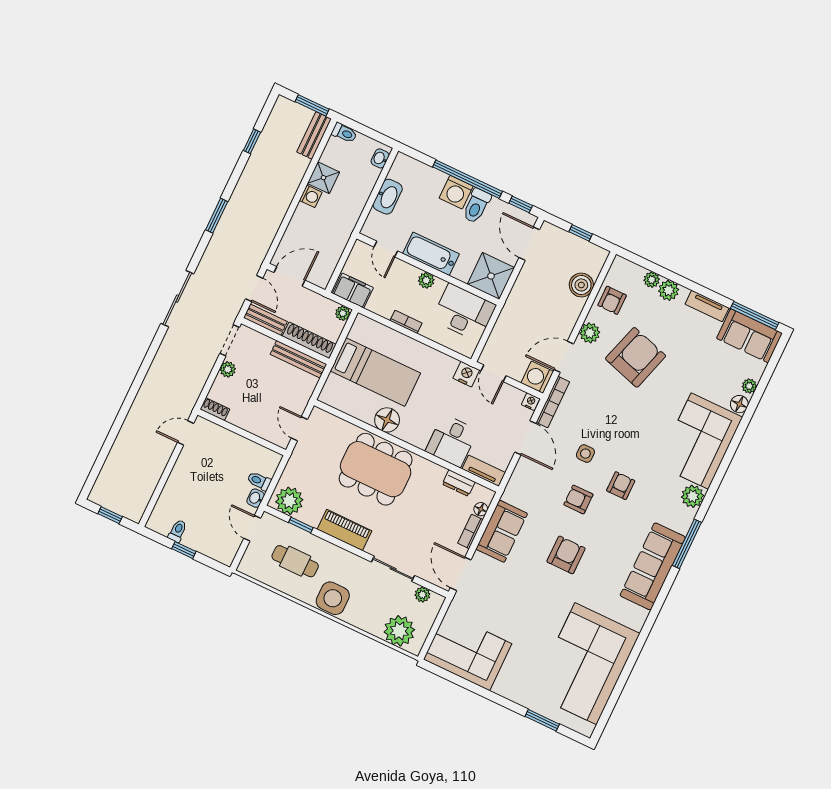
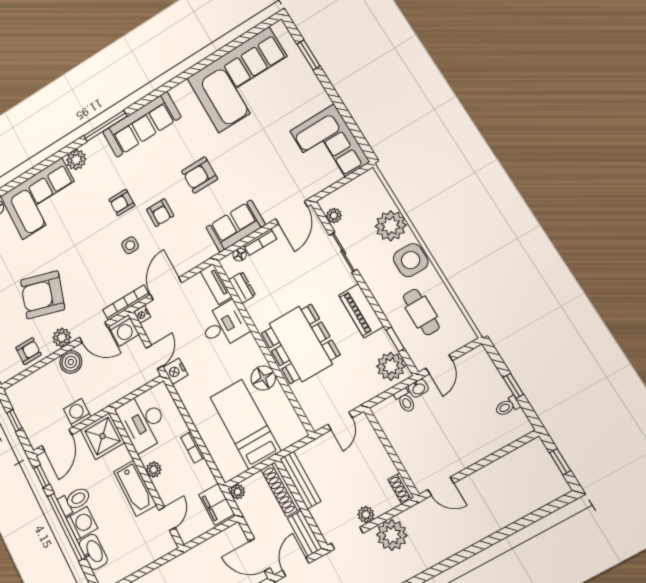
washbasin: (388, 197) -> (93, 552), moved, turned 90
washing machine: (528, 279) -> (77, 413), added
boiler: (581, 285) -> (71, 362), moved
plant: (197, 368) -> (392, 535), added
plant: (399, 631) -> (391, 226), moved

